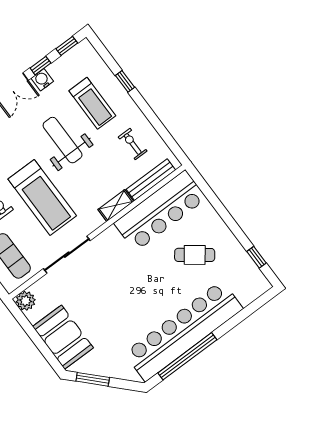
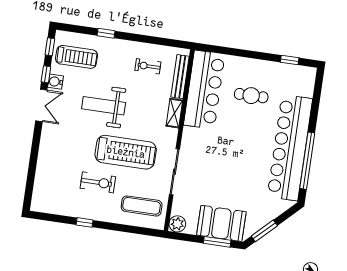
treadmill: (92, 103) -> (76, 57), moved
cafe table: (195, 255) -> (251, 96), turned 53
window: (44, 349) -> (217, 242), added

